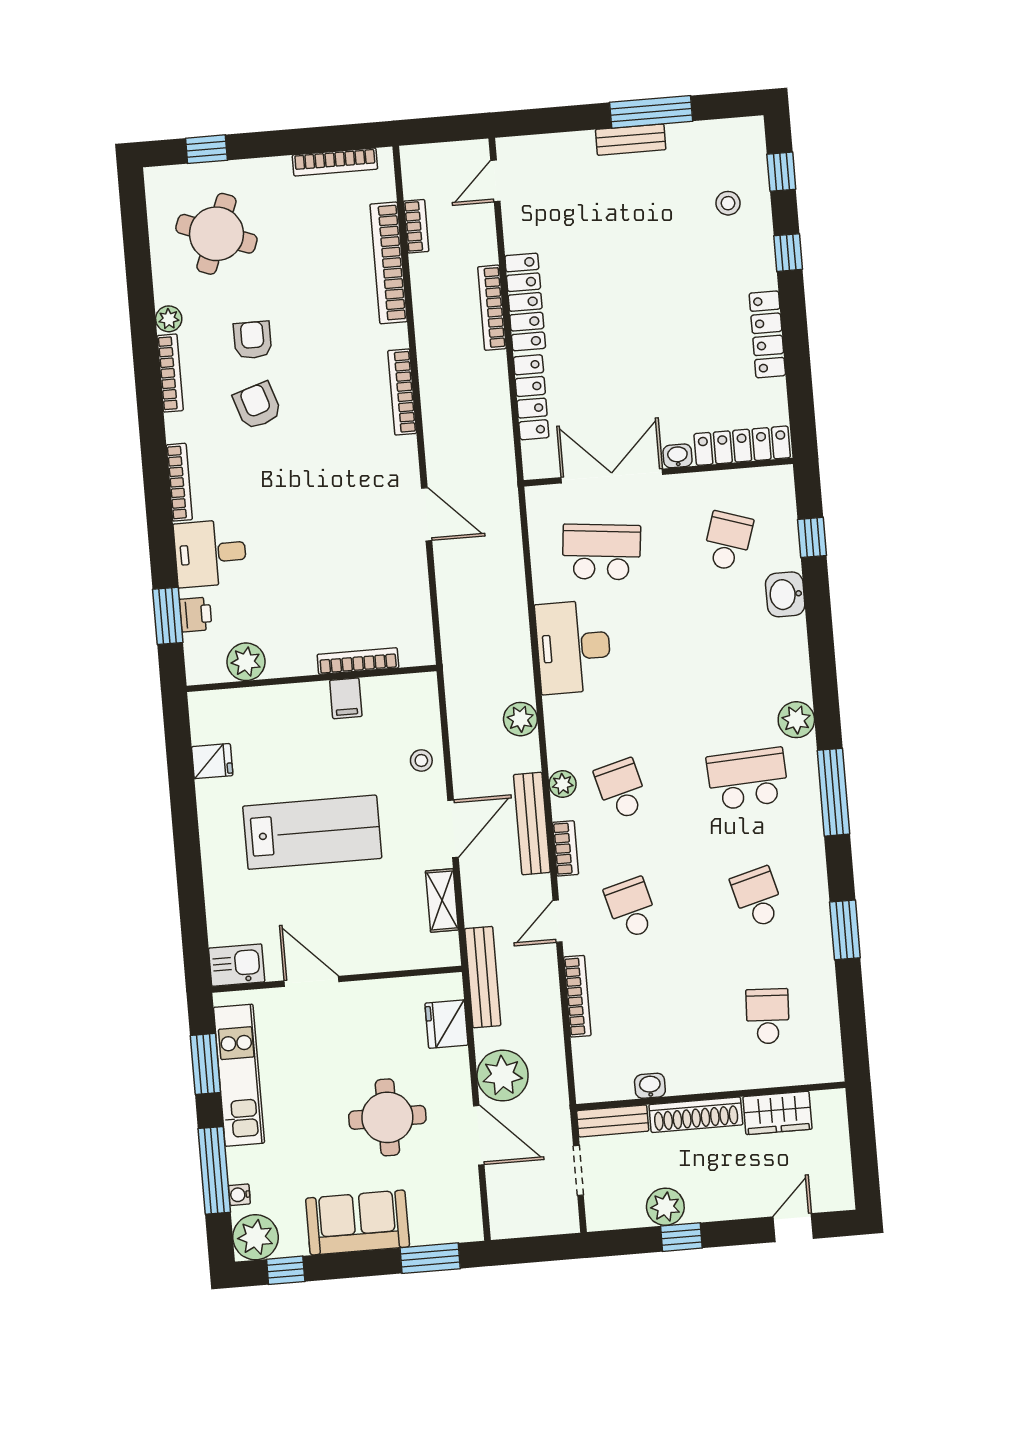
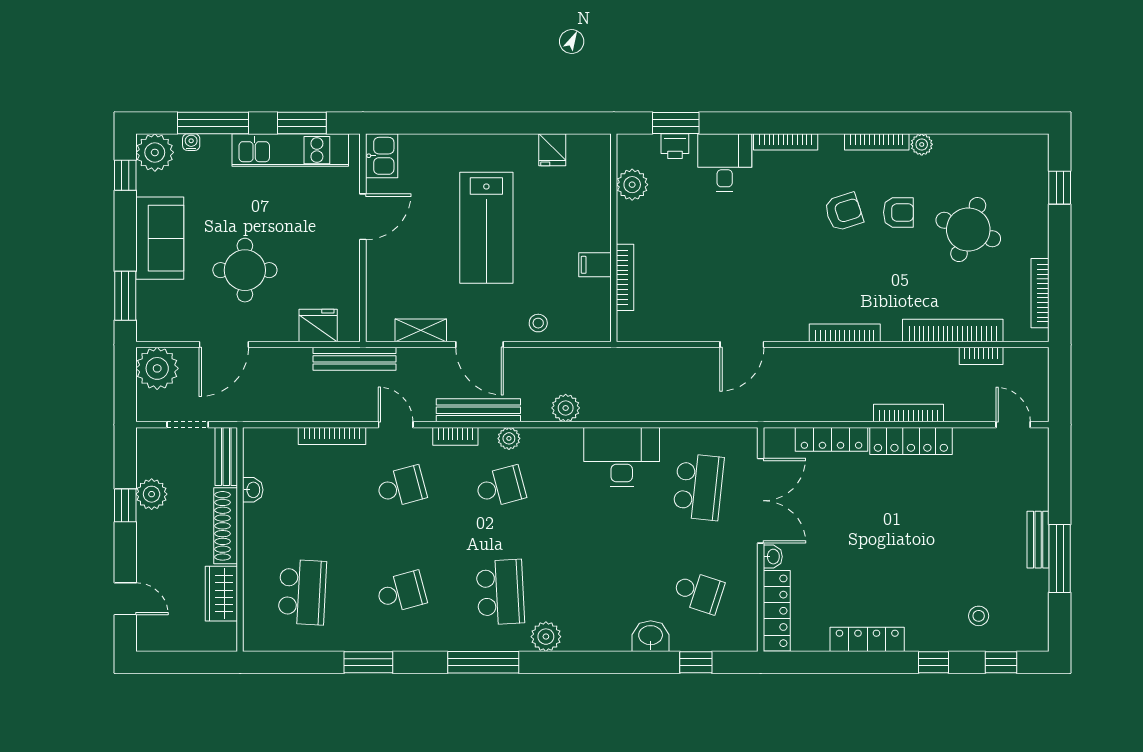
round table: (216, 234) -> (968, 230), moved
school desk: (768, 1016) -> (302, 592), width x1.85
plant: (503, 1076) -> (157, 368), moved

